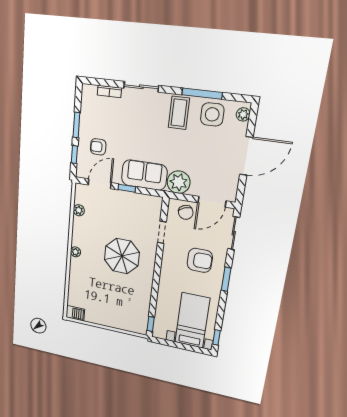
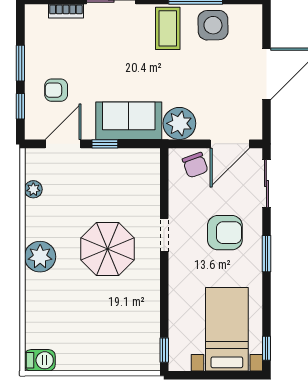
plant: (243, 114) -> (253, 20), removed
doorway: (162, 232) -> (164, 235), moved
plant: (75, 252) -> (40, 257), width x1.88, depth x1.88

